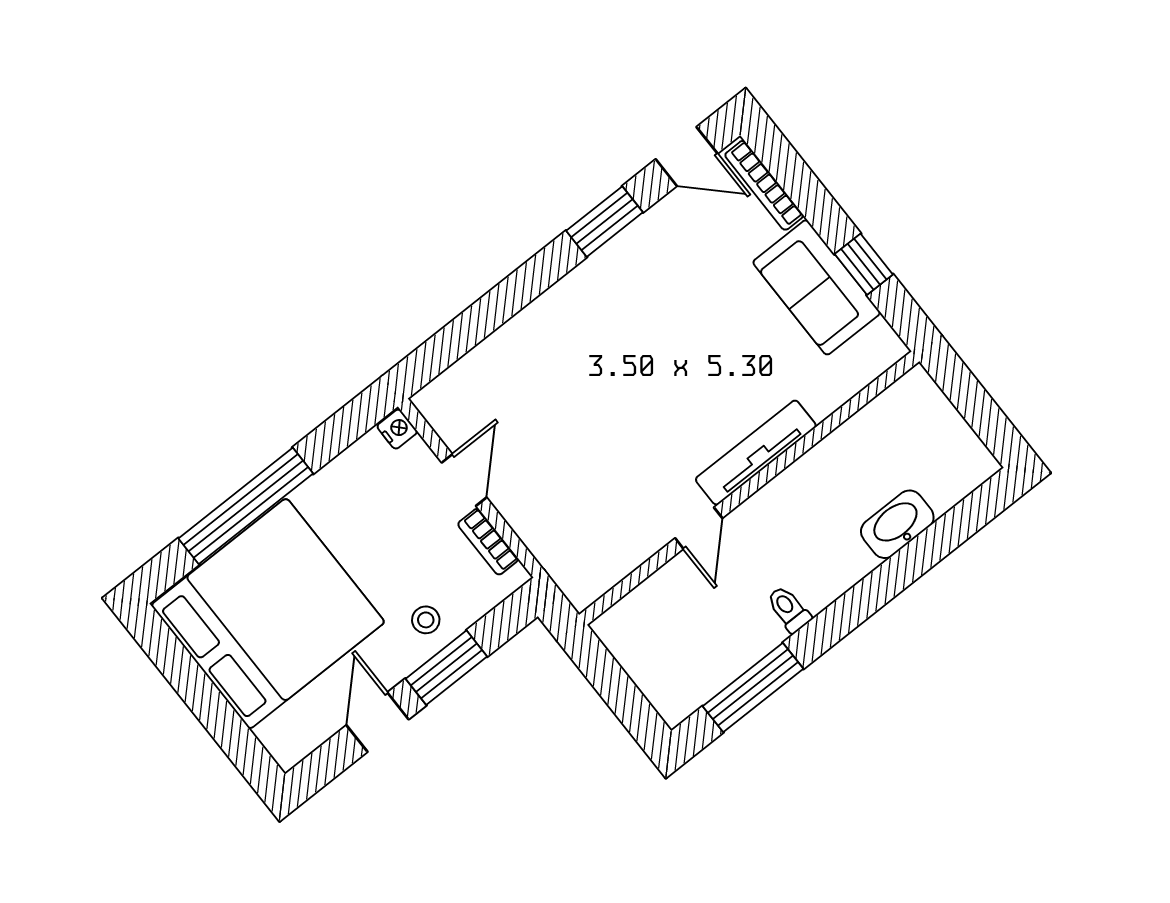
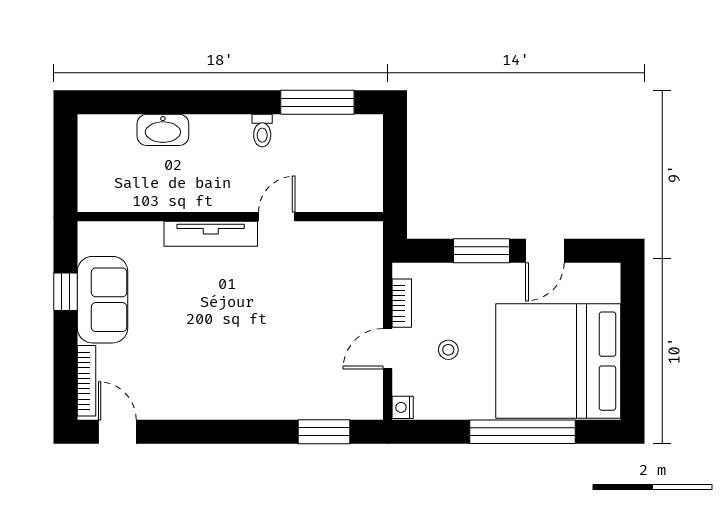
window: (604, 222) -> (324, 432), moved
stool: (426, 620) -> (448, 350), moved

